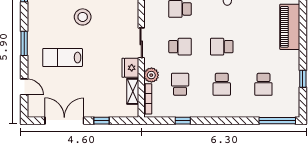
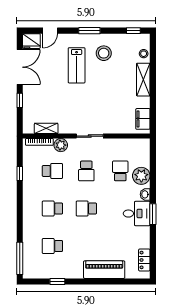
stool: (83, 17) -> (104, 53), moved
school desk: (222, 47) -> (86, 208), turned -90
lab bench: (63, 58) -> (77, 65), turned 180
fridge: (130, 68) -> (31, 41), moved, turned 180

